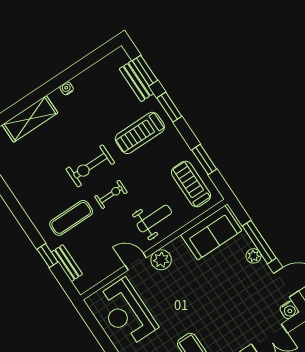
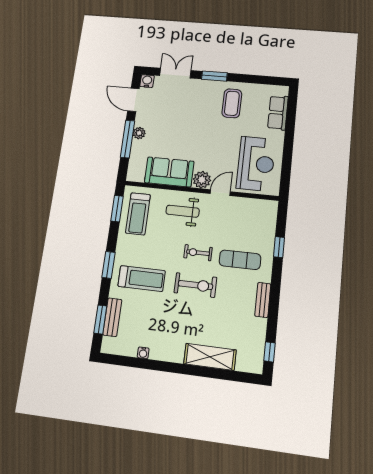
water cooler: (67, 88) -> (143, 353), moved
window: (169, 107) -> (109, 265), moved
window: (204, 159) -> (117, 209), moved
sofa: (211, 233) -> (169, 172), moved
door: (136, 262) -> (220, 193), swing flipped
bench: (67, 263) -> (263, 300), moved

